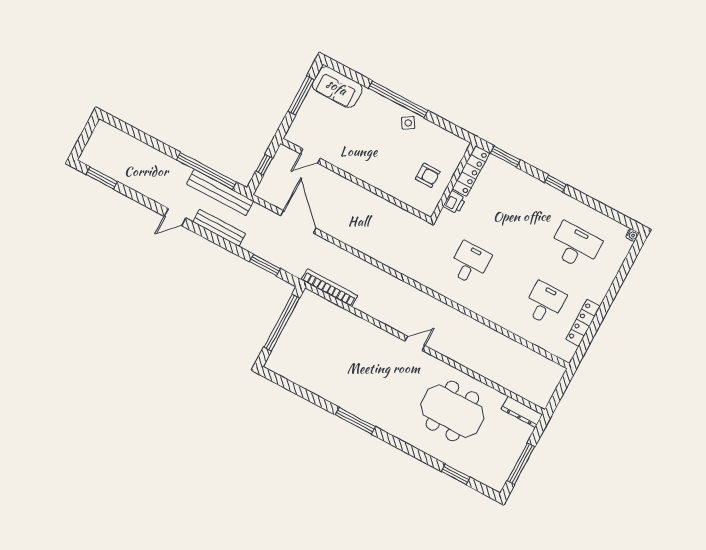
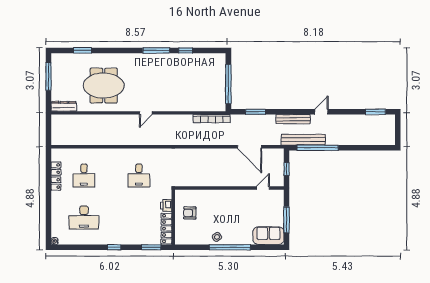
window: (315, 399) -> (186, 50), added

